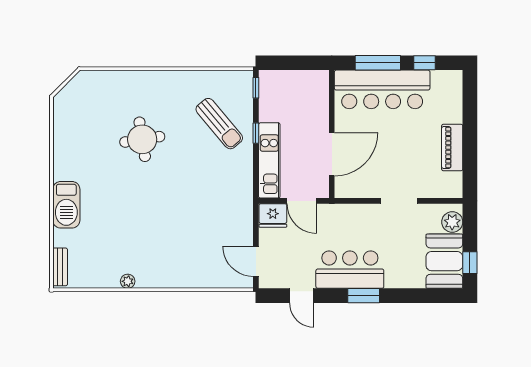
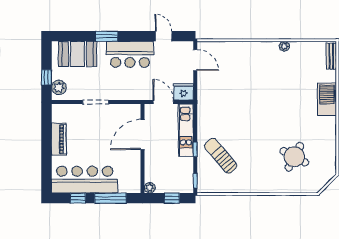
window: (290, 63) -> (172, 198), added
plant: (321, 78) -> (150, 188), added
bar counter: (382, 89) -> (85, 180), moved
round table: (142, 139) -> (294, 157), moved, turned 37
booth: (444, 261) -> (77, 54), moved, turned 90
window: (470, 263) -> (47, 77), moved
window: (364, 296) -> (107, 36), moved

